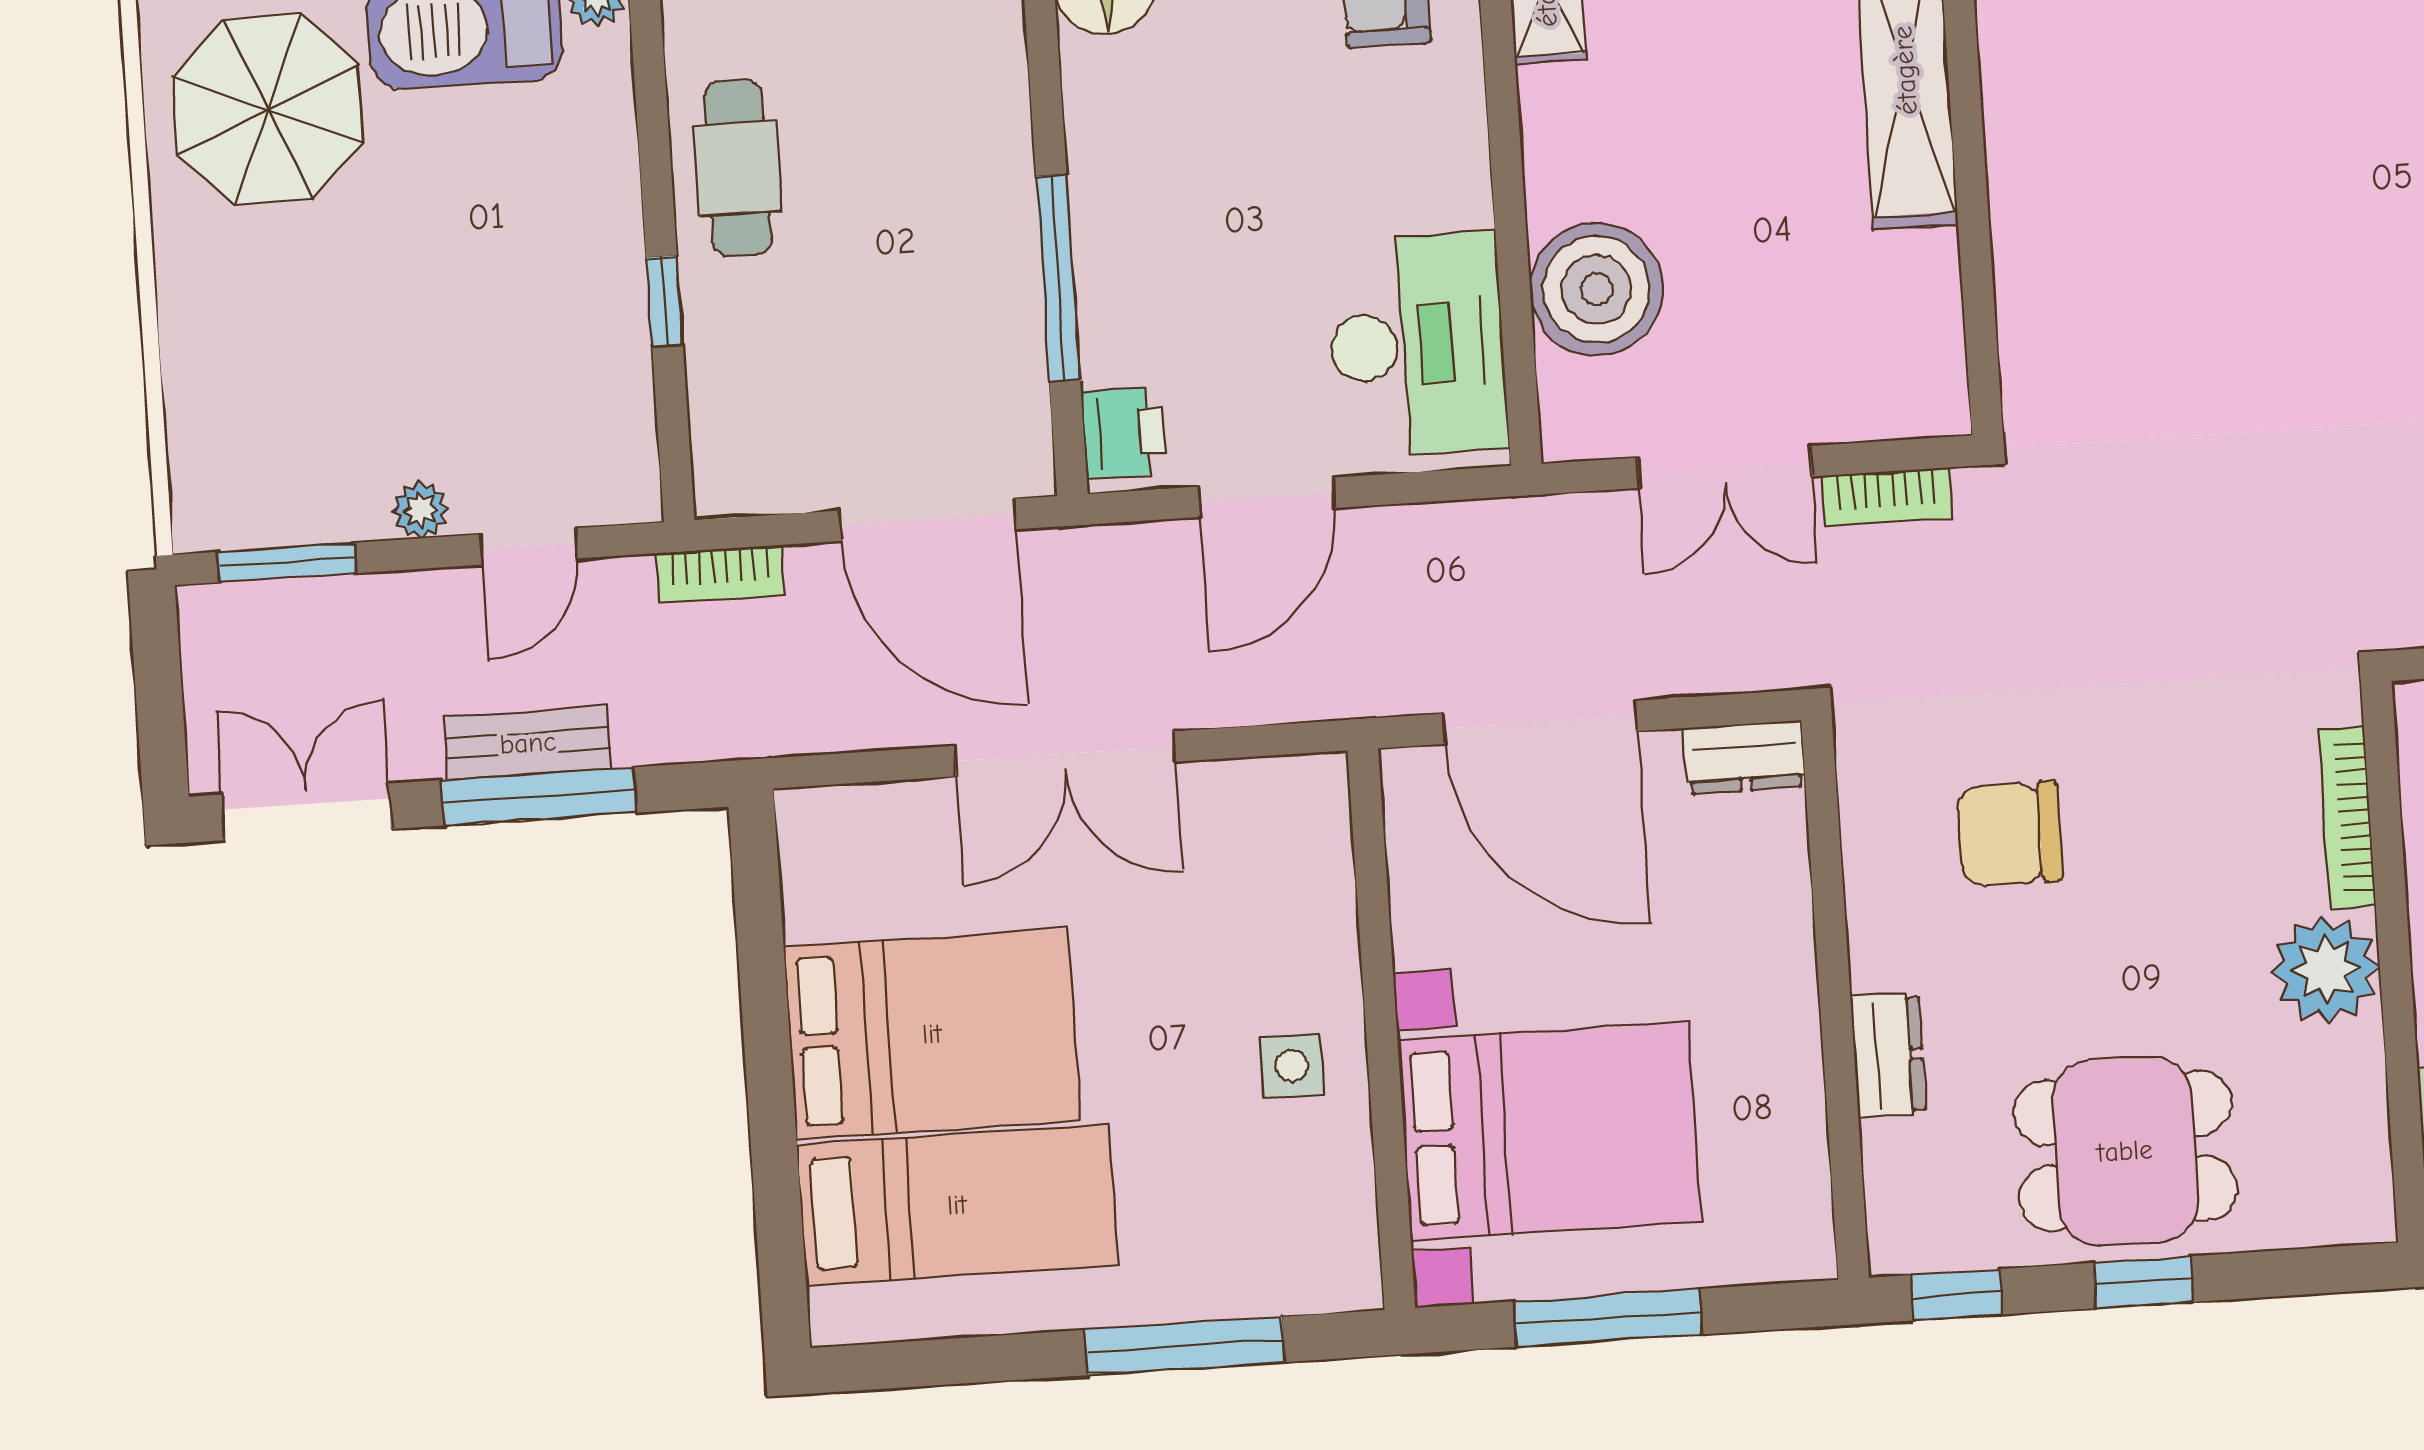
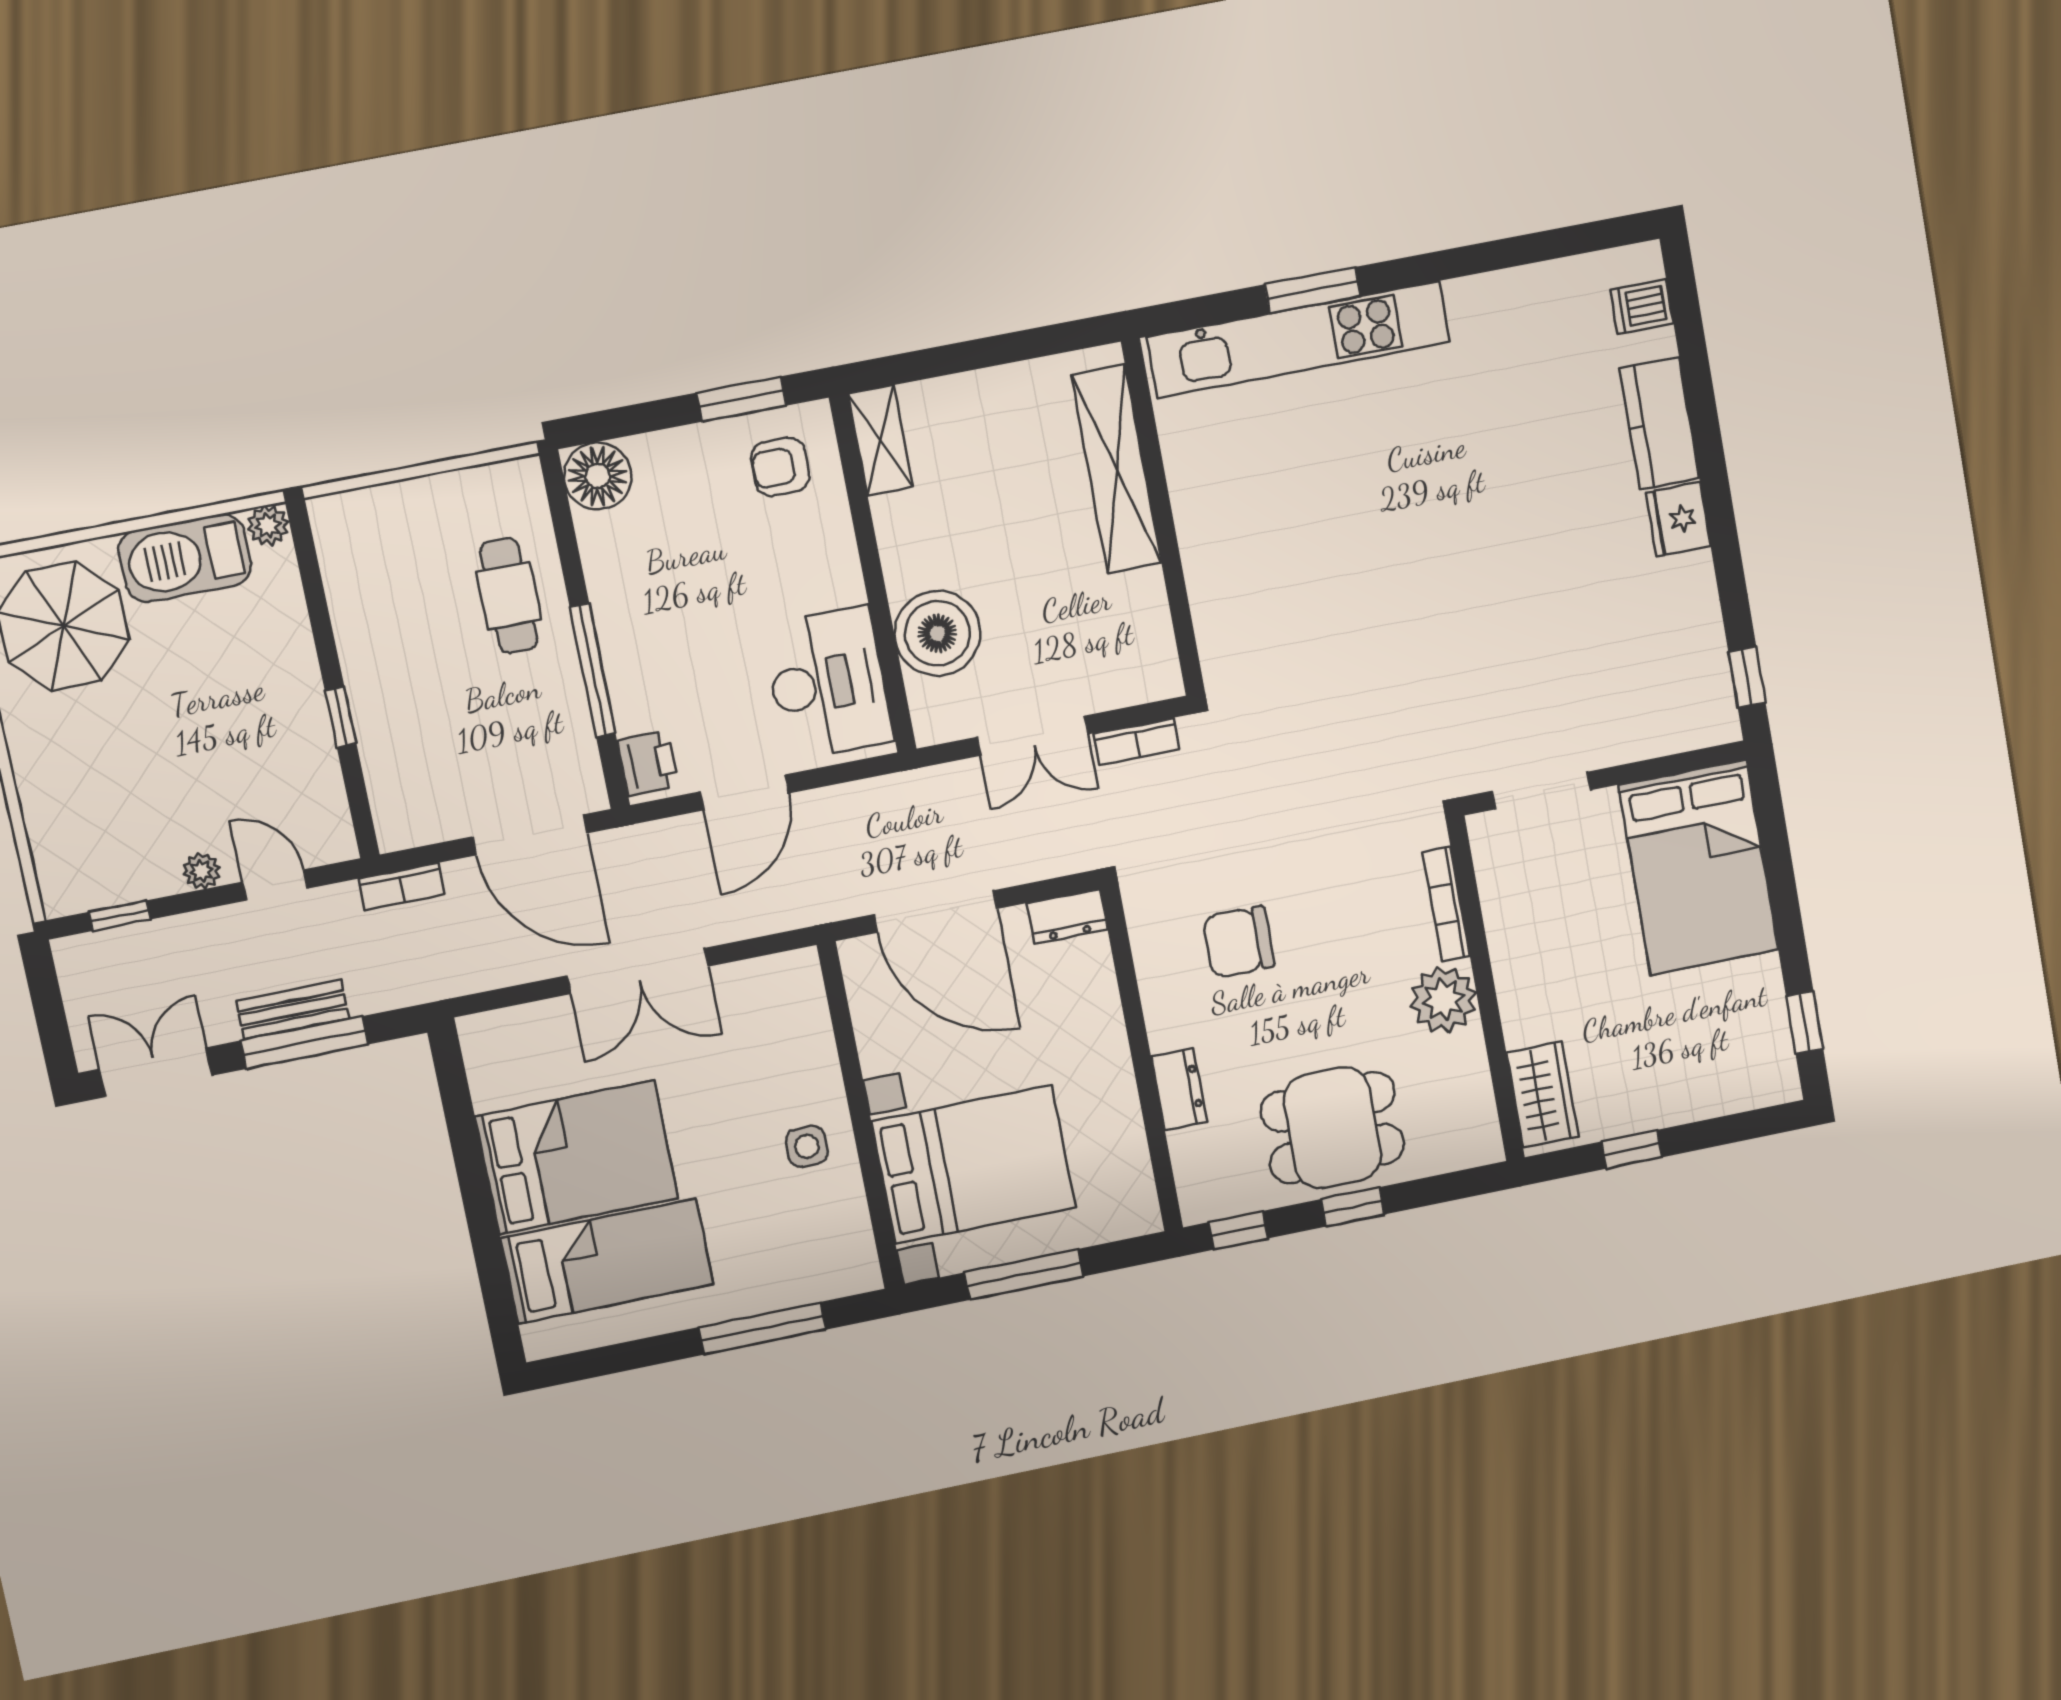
cafe table: (738, 168) -> (509, 596), moved
door: (529, 546) -> (275, 885), swing flipped
window: (287, 562) -> (120, 916), width x0.67

